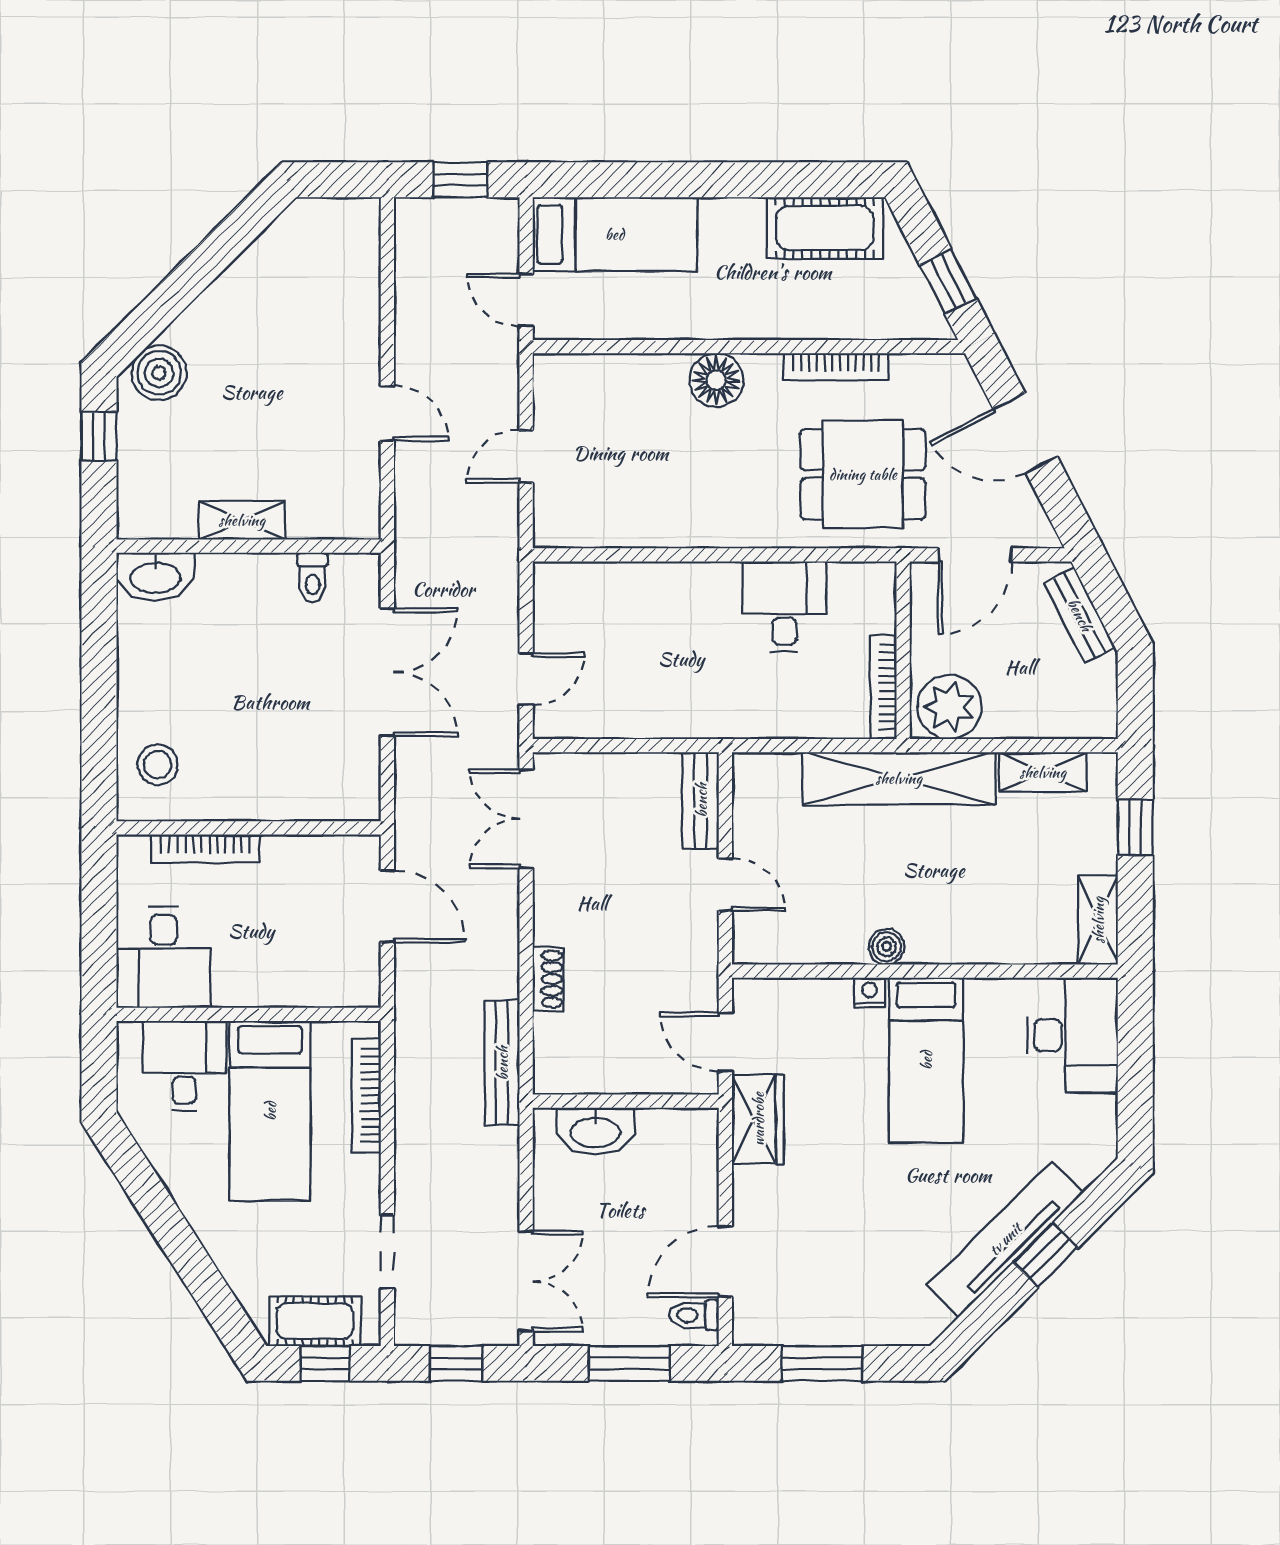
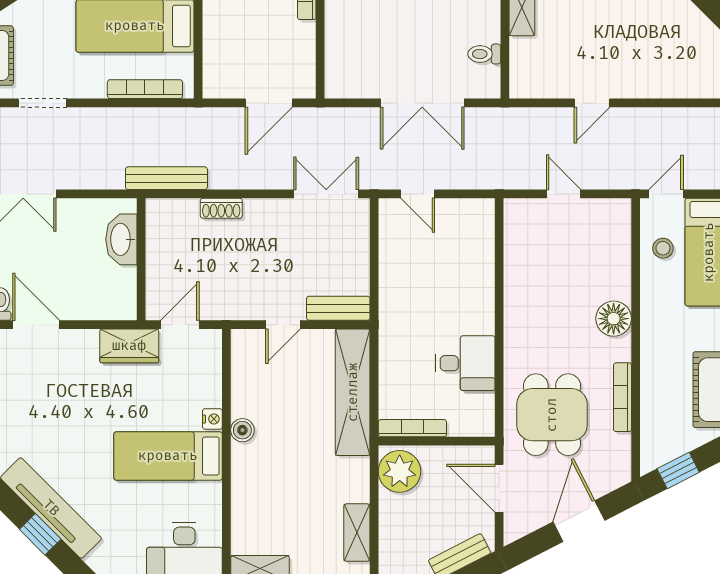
stool: (609, 305) -> (663, 248), added
shelving: (899, 778) -> (353, 392), moved

